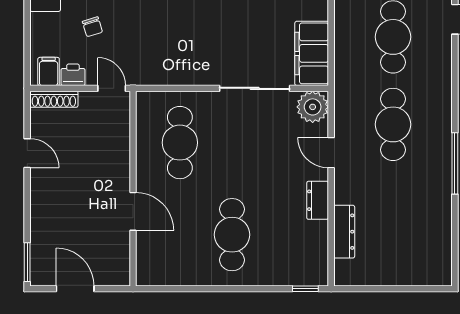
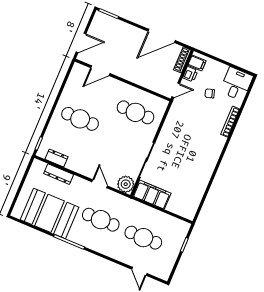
door: (27, 153) -> (162, 36), width x1.87
door: (331, 153) -> (100, 184), hinge flipped
dresser: (318, 200) -> (56, 158), moved
door: (133, 211) -> (100, 71), moved
booth: (420, 219) -> (49, 213), added
door: (75, 289) -> (81, 43), moved

